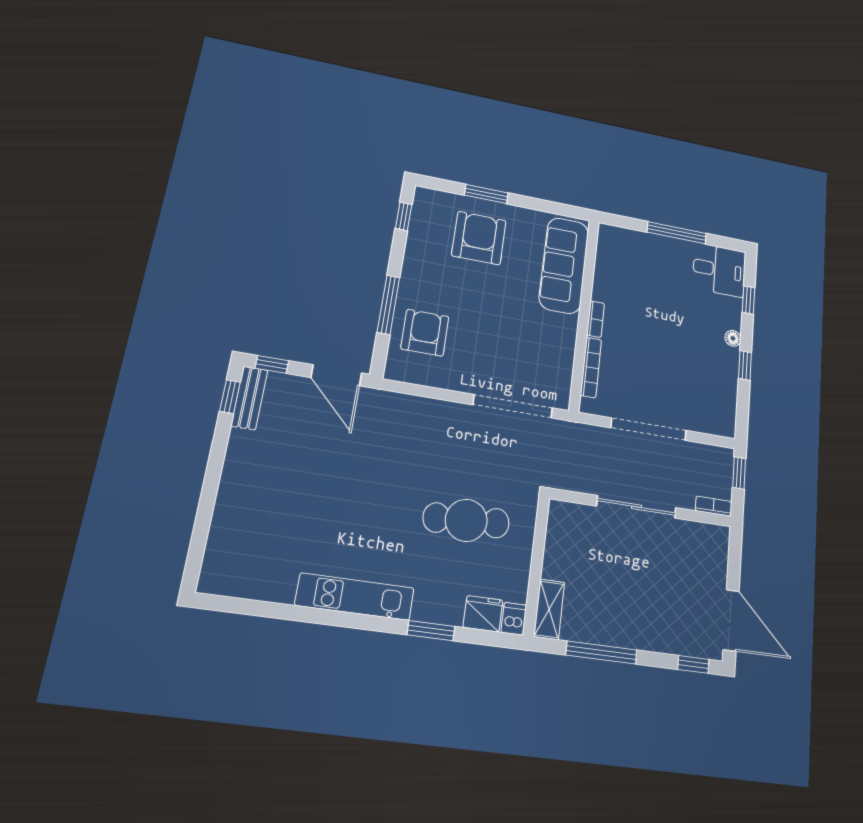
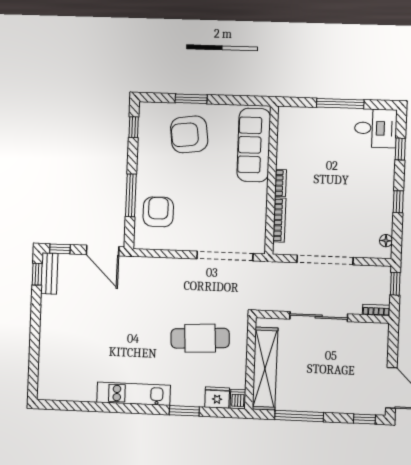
armchair: (479, 238) -> (189, 134), turned -97
floor lamp: (733, 338) -> (386, 241), moved
shelving: (549, 609) -> (265, 369), width x2.20, depth x1.33

